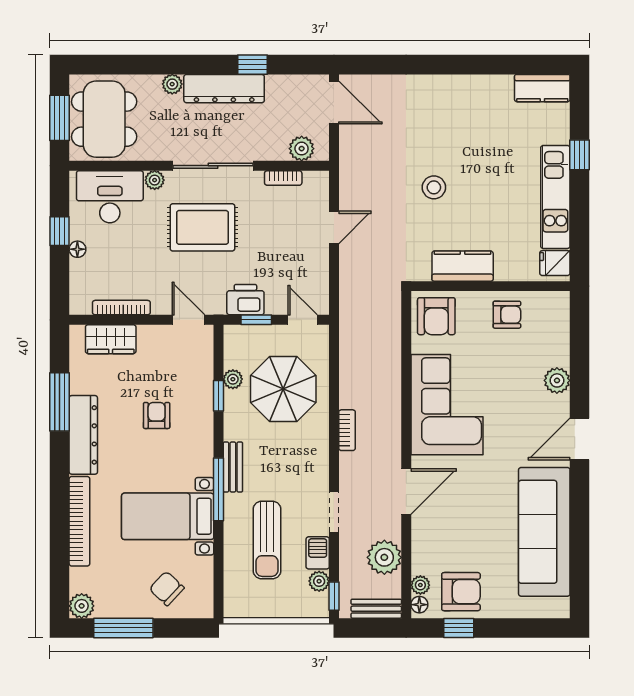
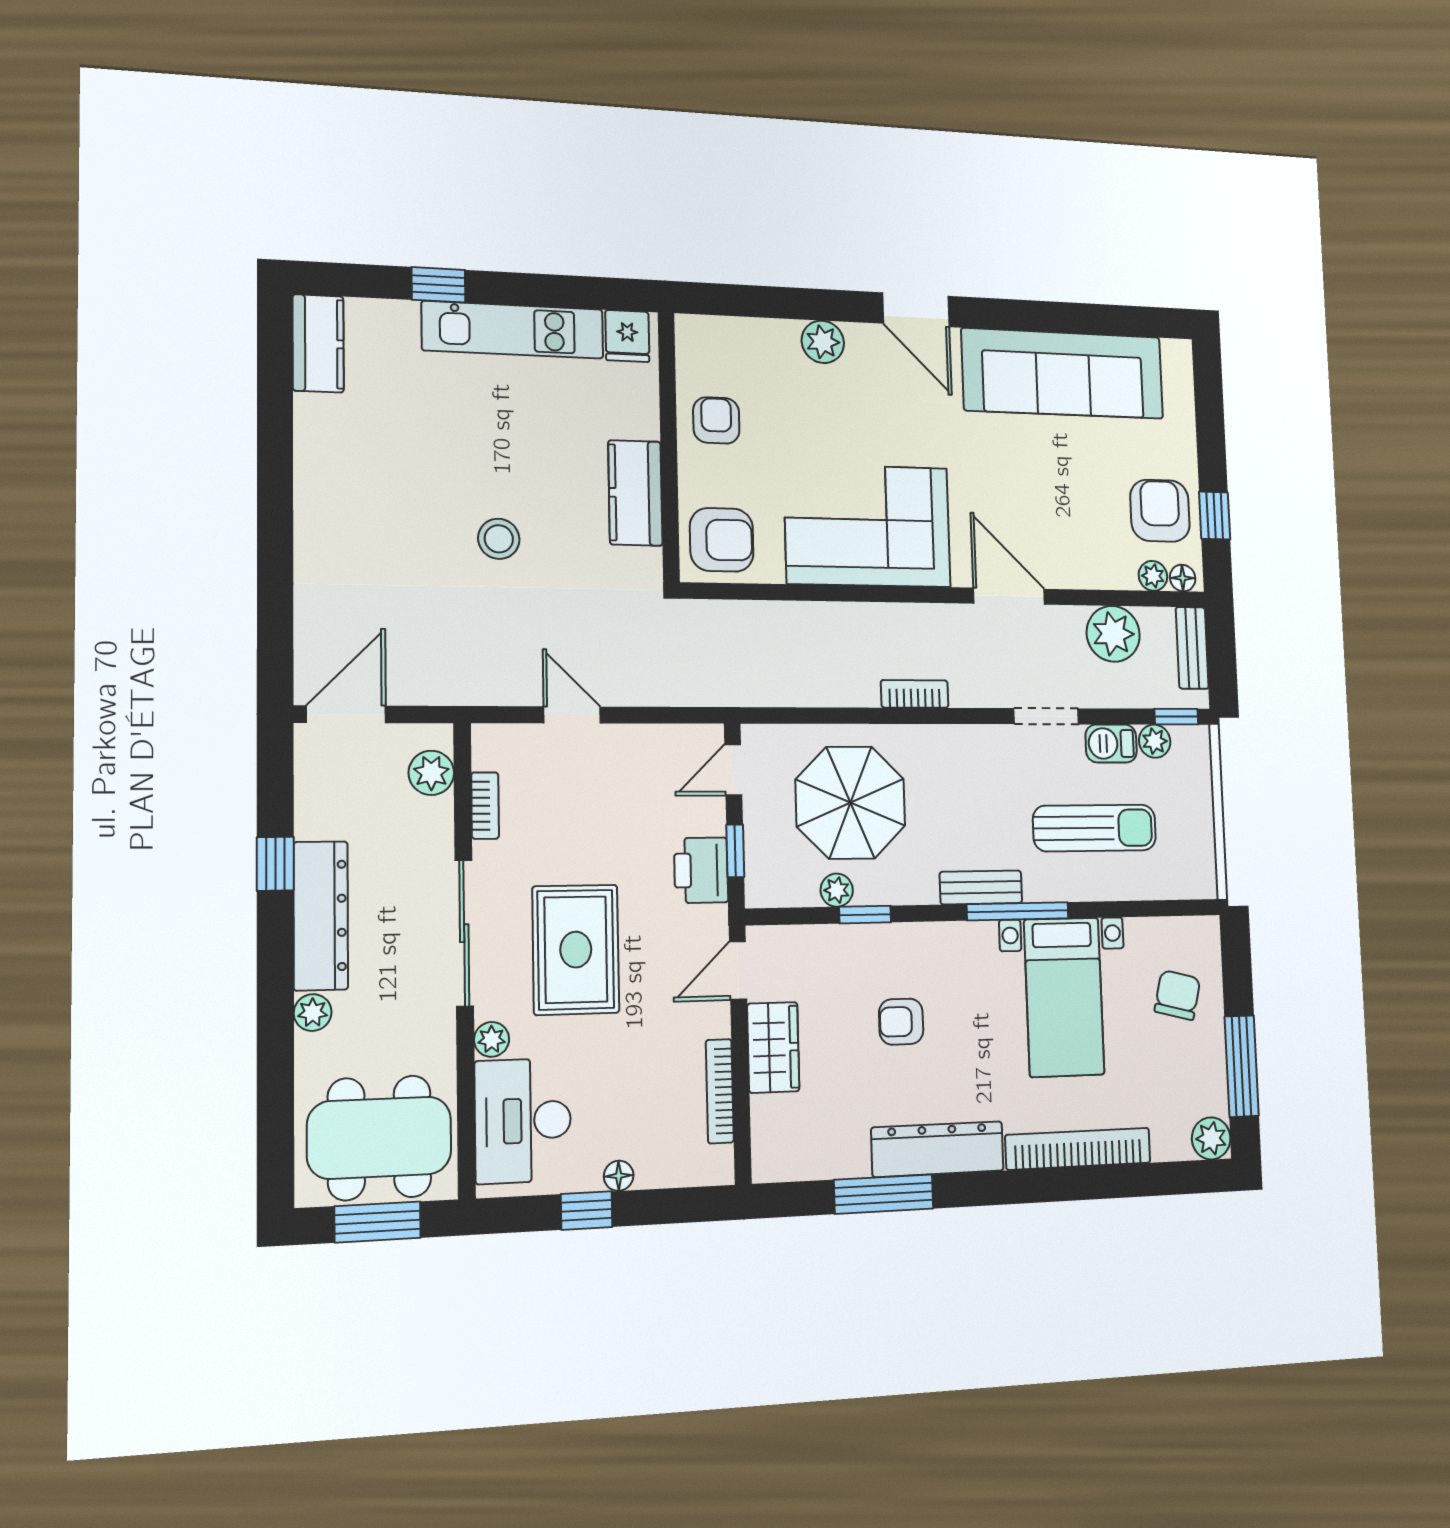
wardrobe: (111, 339) -> (773, 1047), moved
chair: (167, 588) -> (1177, 995), turned 151

